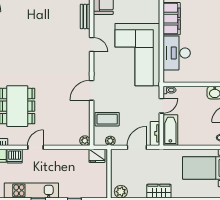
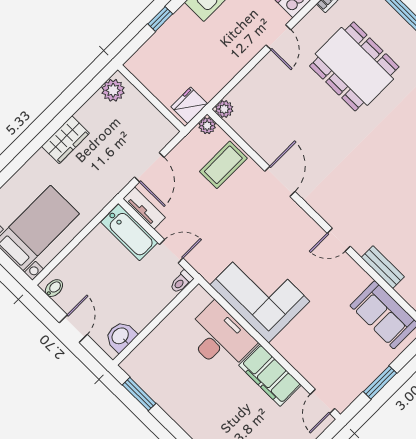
corner sofa: (137, 55) -> (260, 293), width x0.73, depth x0.74
door: (161, 106) -> (171, 251), swing flipped
plant: (110, 141) -> (207, 126), moved

